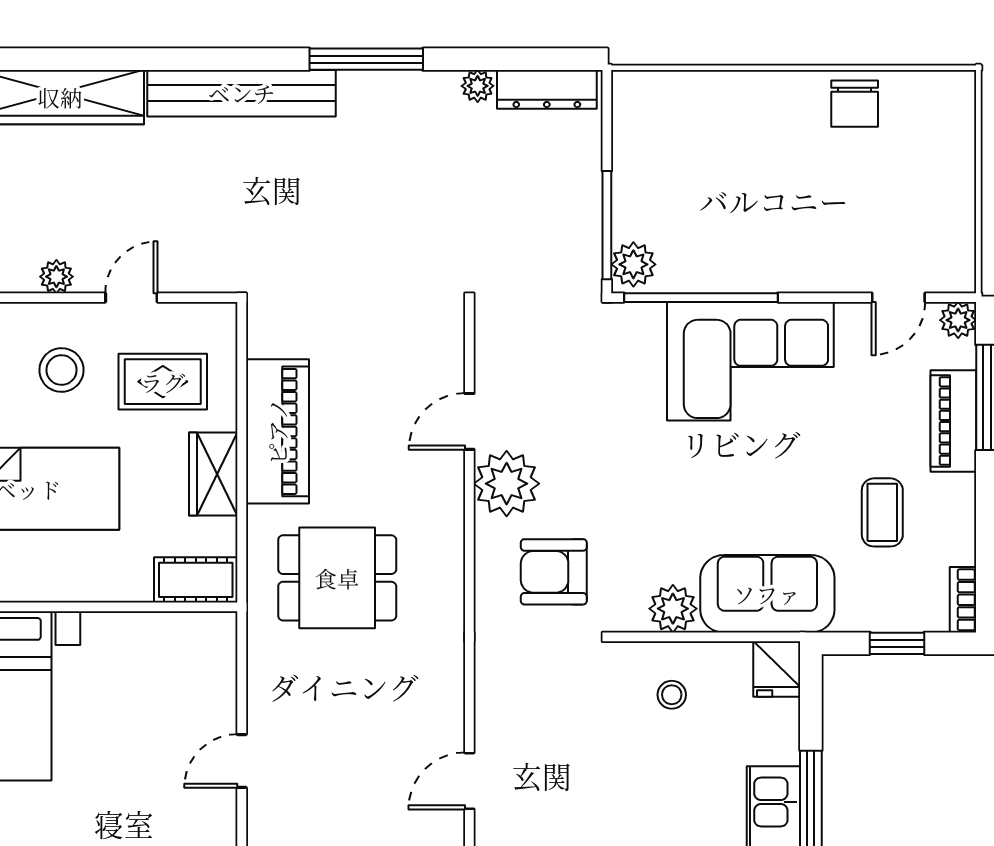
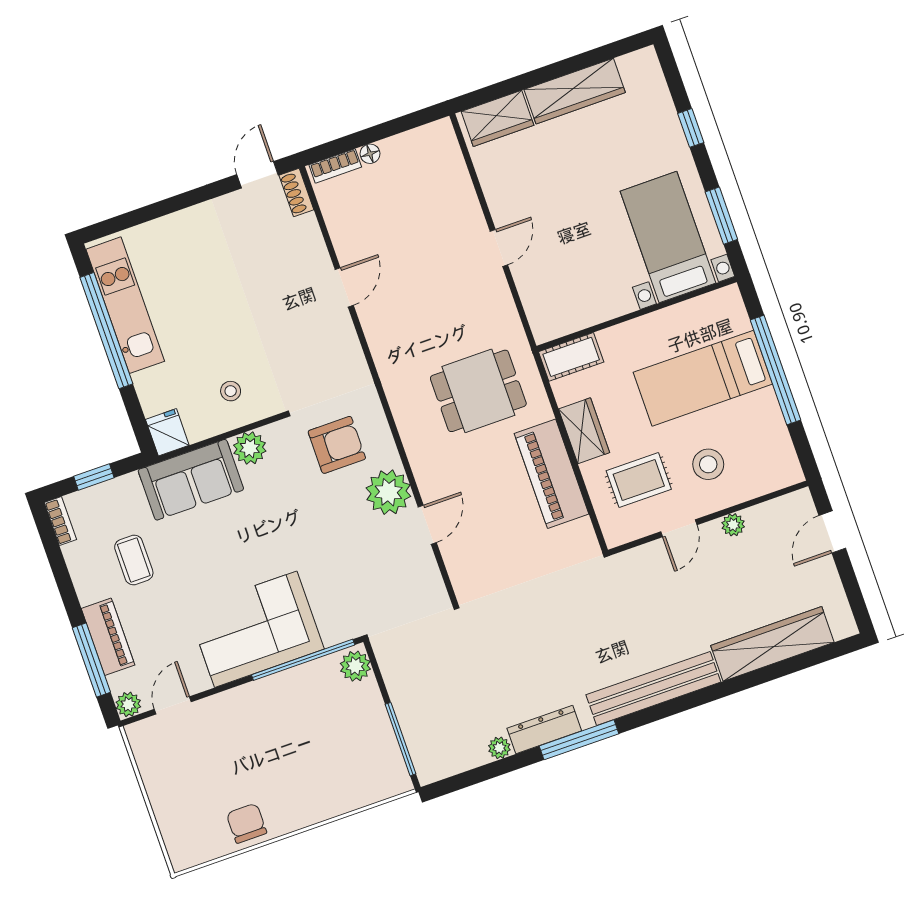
dresser: (547, 89) -> (544, 730), moved
window: (607, 225) -> (401, 739), moved

